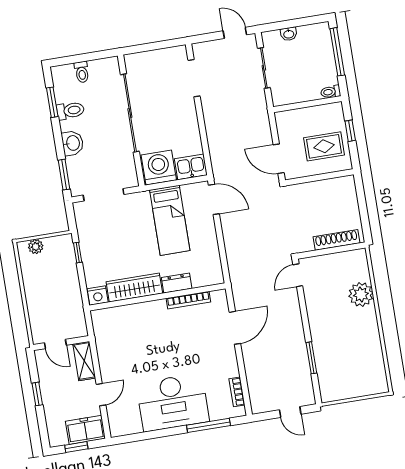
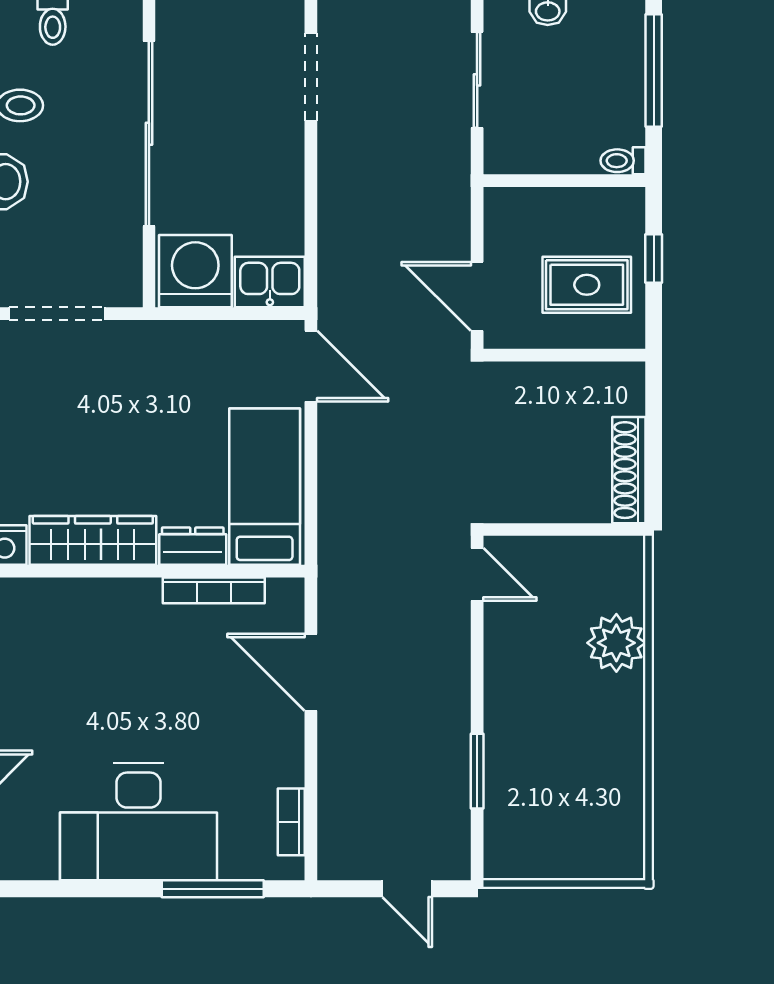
bed: (170, 220) -> (265, 487), moved, turned 180
shoe rack: (336, 240) -> (629, 470), moved, turned -90
door: (298, 275) -> (477, 574), swing flipped
door: (235, 328) -> (311, 672), swing flipped

